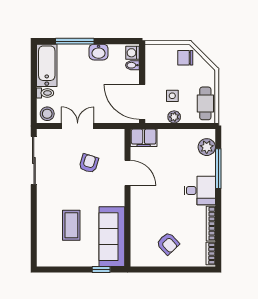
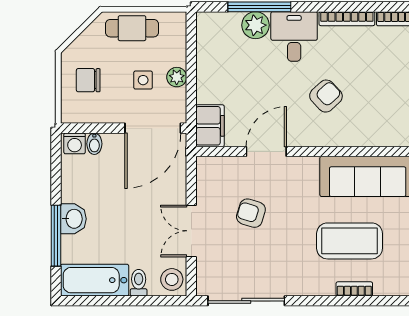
washbasin: (99, 52) -> (73, 219), moved
chair: (185, 58) -> (88, 80), moved, turned 90
cafe table: (205, 103) -> (132, 28), moved
plant: (207, 147) -> (255, 25), moved
coffee table: (71, 225) -> (350, 241), width x1.36, depth x1.32
bookcase: (41, 228) -> (354, 289), added
armchair: (168, 244) -> (326, 96), moved

